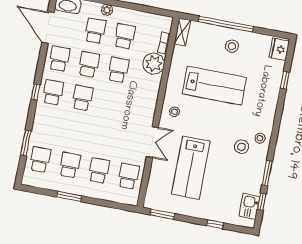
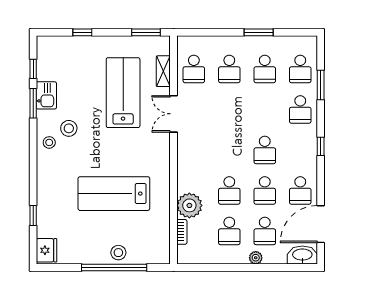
door: (48, 28) -> (321, 224), swing flipped
shelving: (182, 32) -> (163, 71), moved
stool: (232, 46) -> (118, 253), moved
school desk: (53, 92) -> (300, 109), moved
stool: (175, 112) -> (154, 154), removed
kitchen sink: (249, 206) -> (46, 95), moved

